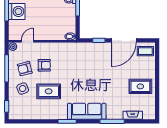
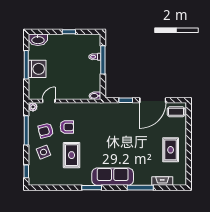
rug: (140, 86) -> (171, 150), turned 90
rug: (49, 91) -> (72, 155), turned 90

